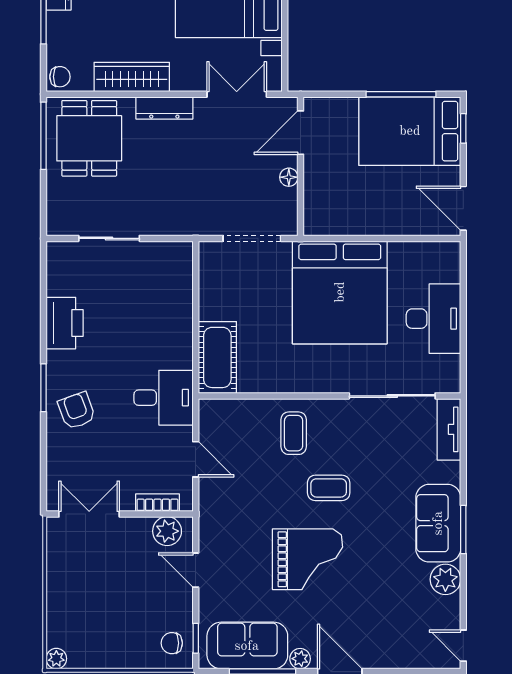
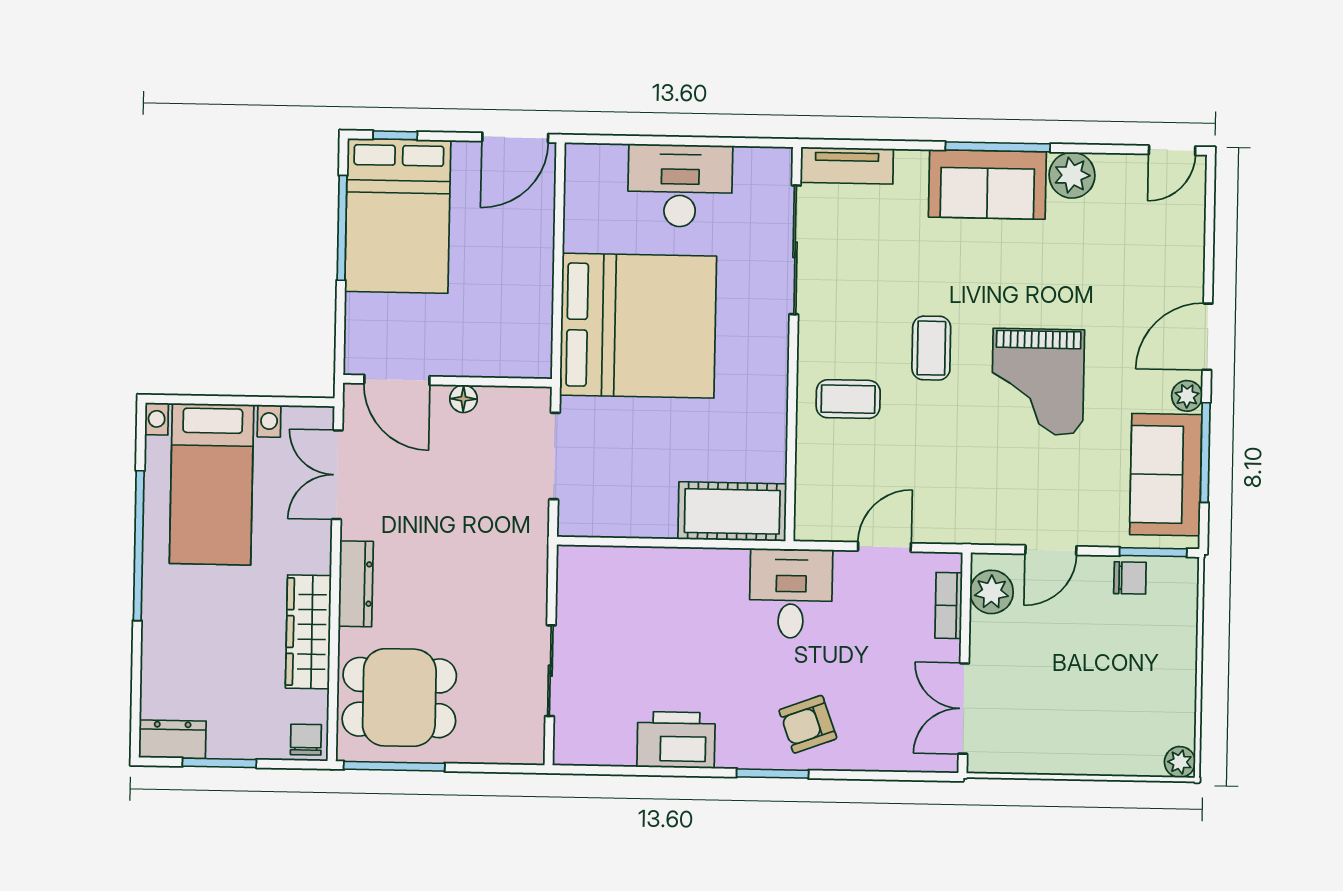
window: (463, 530) -> (998, 147), width x1.44
grand piano: (308, 559) -> (1038, 382), turned 180
window: (196, 638) -> (1153, 552), width x1.50
chair: (172, 643) -> (1130, 578), moved, turned -90

